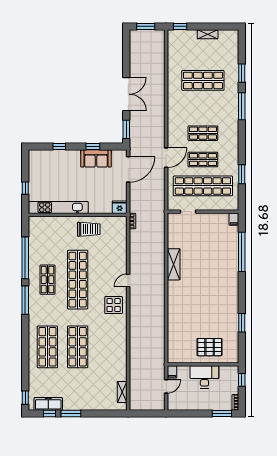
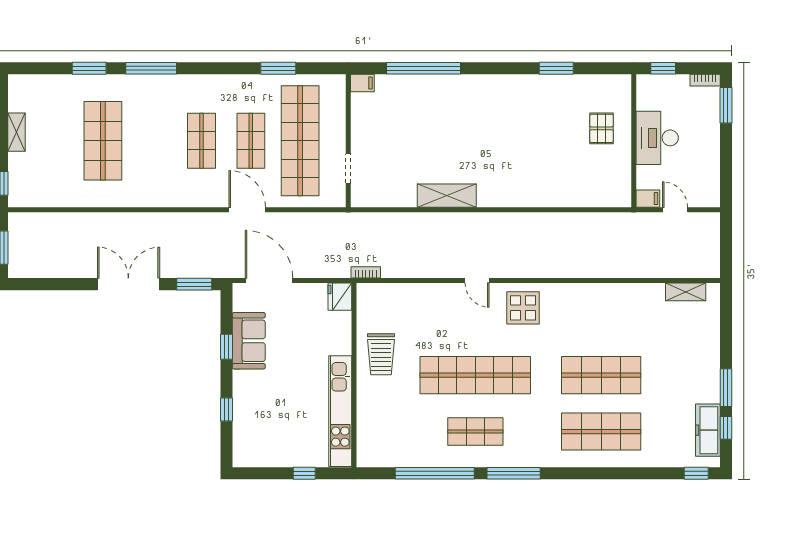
trolley: (89, 229) -> (381, 354), turned 180
pallet: (210, 347) -> (602, 128), width x0.67, depth x0.71

